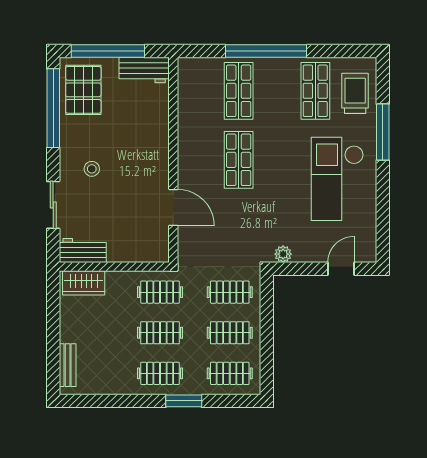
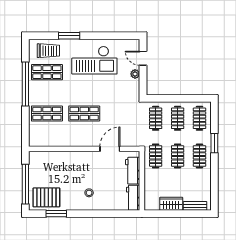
window: (266, 51) -> (25, 84), moved
workbench: (144, 70) -> (133, 171), moved, turned 180
trolley: (355, 93) -> (48, 51), turned 180
window: (53, 108) -> (56, 214), width x0.47
window: (383, 132) -> (69, 36), width x0.69
sliding door: (53, 205) -> (109, 214), removed
plant: (283, 254) -> (135, 74), moved
wardrobe: (84, 283) -> (171, 204), moved, turned -90

